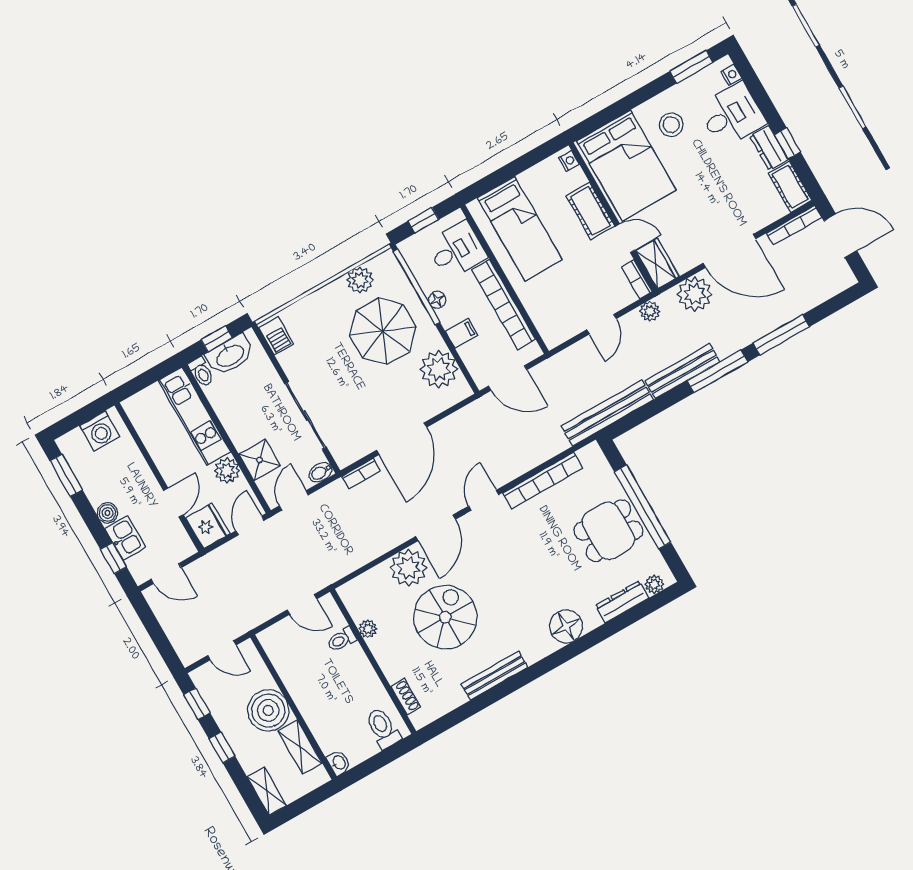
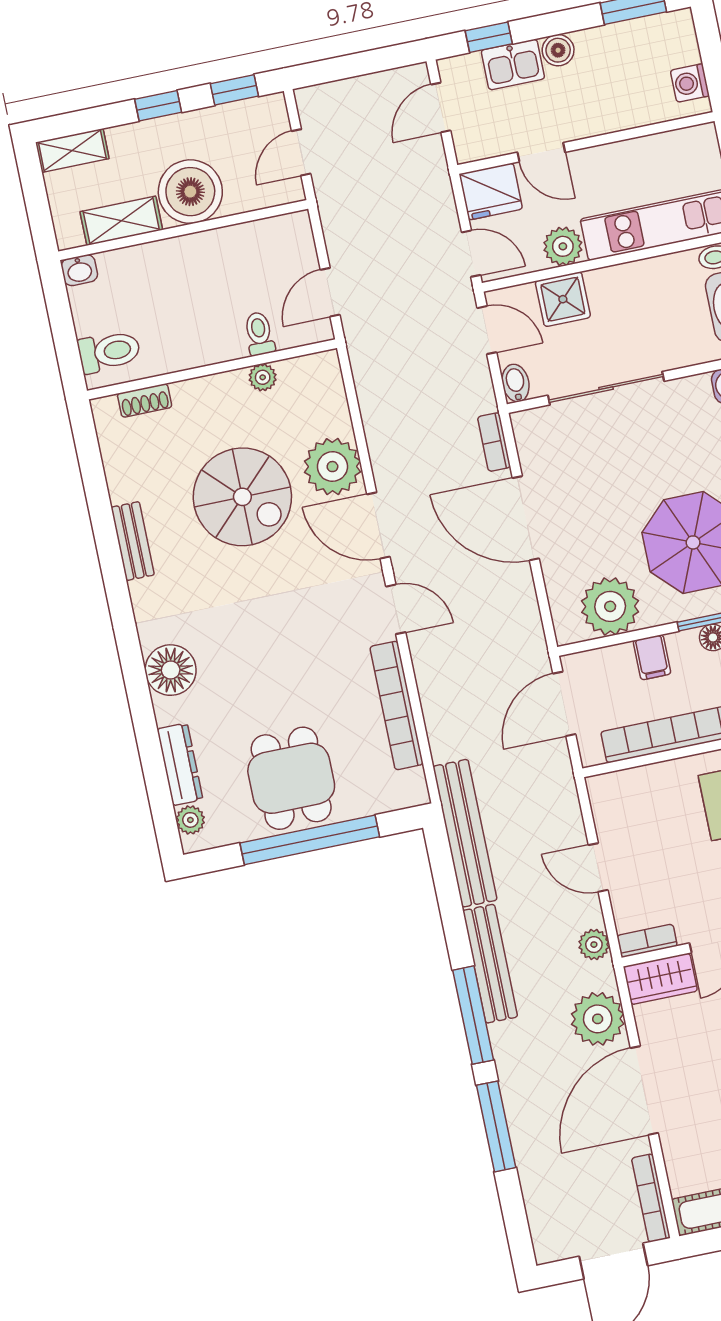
washing machine: (100, 431) -> (690, 83), width x0.73, depth x0.73
bench: (495, 676) -> (133, 541), width x0.73

